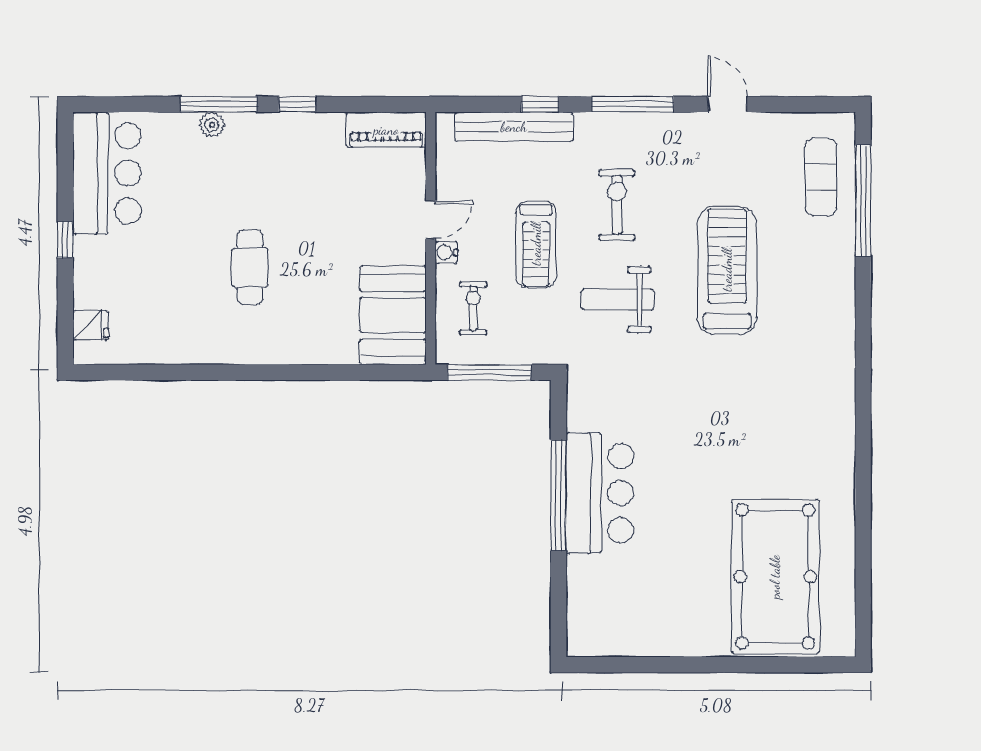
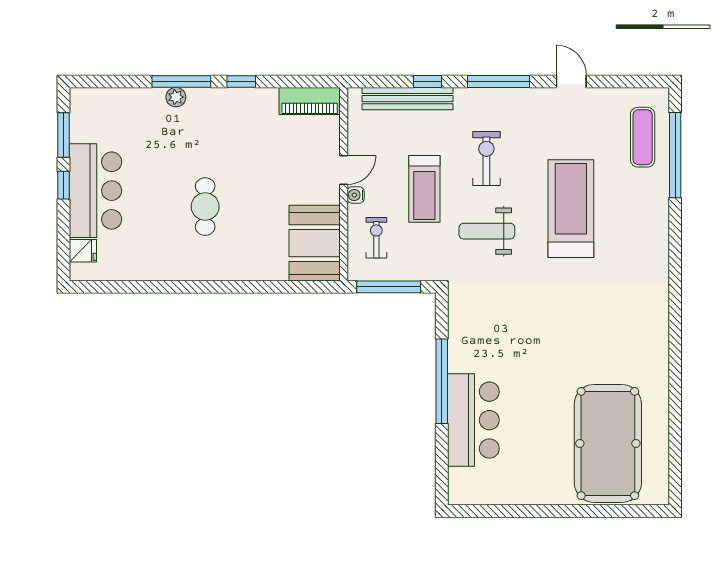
bar counter: (107, 173) -> (95, 191), moved
window: (65, 174) -> (64, 135), added
bar counter: (600, 493) -> (473, 420), moved

